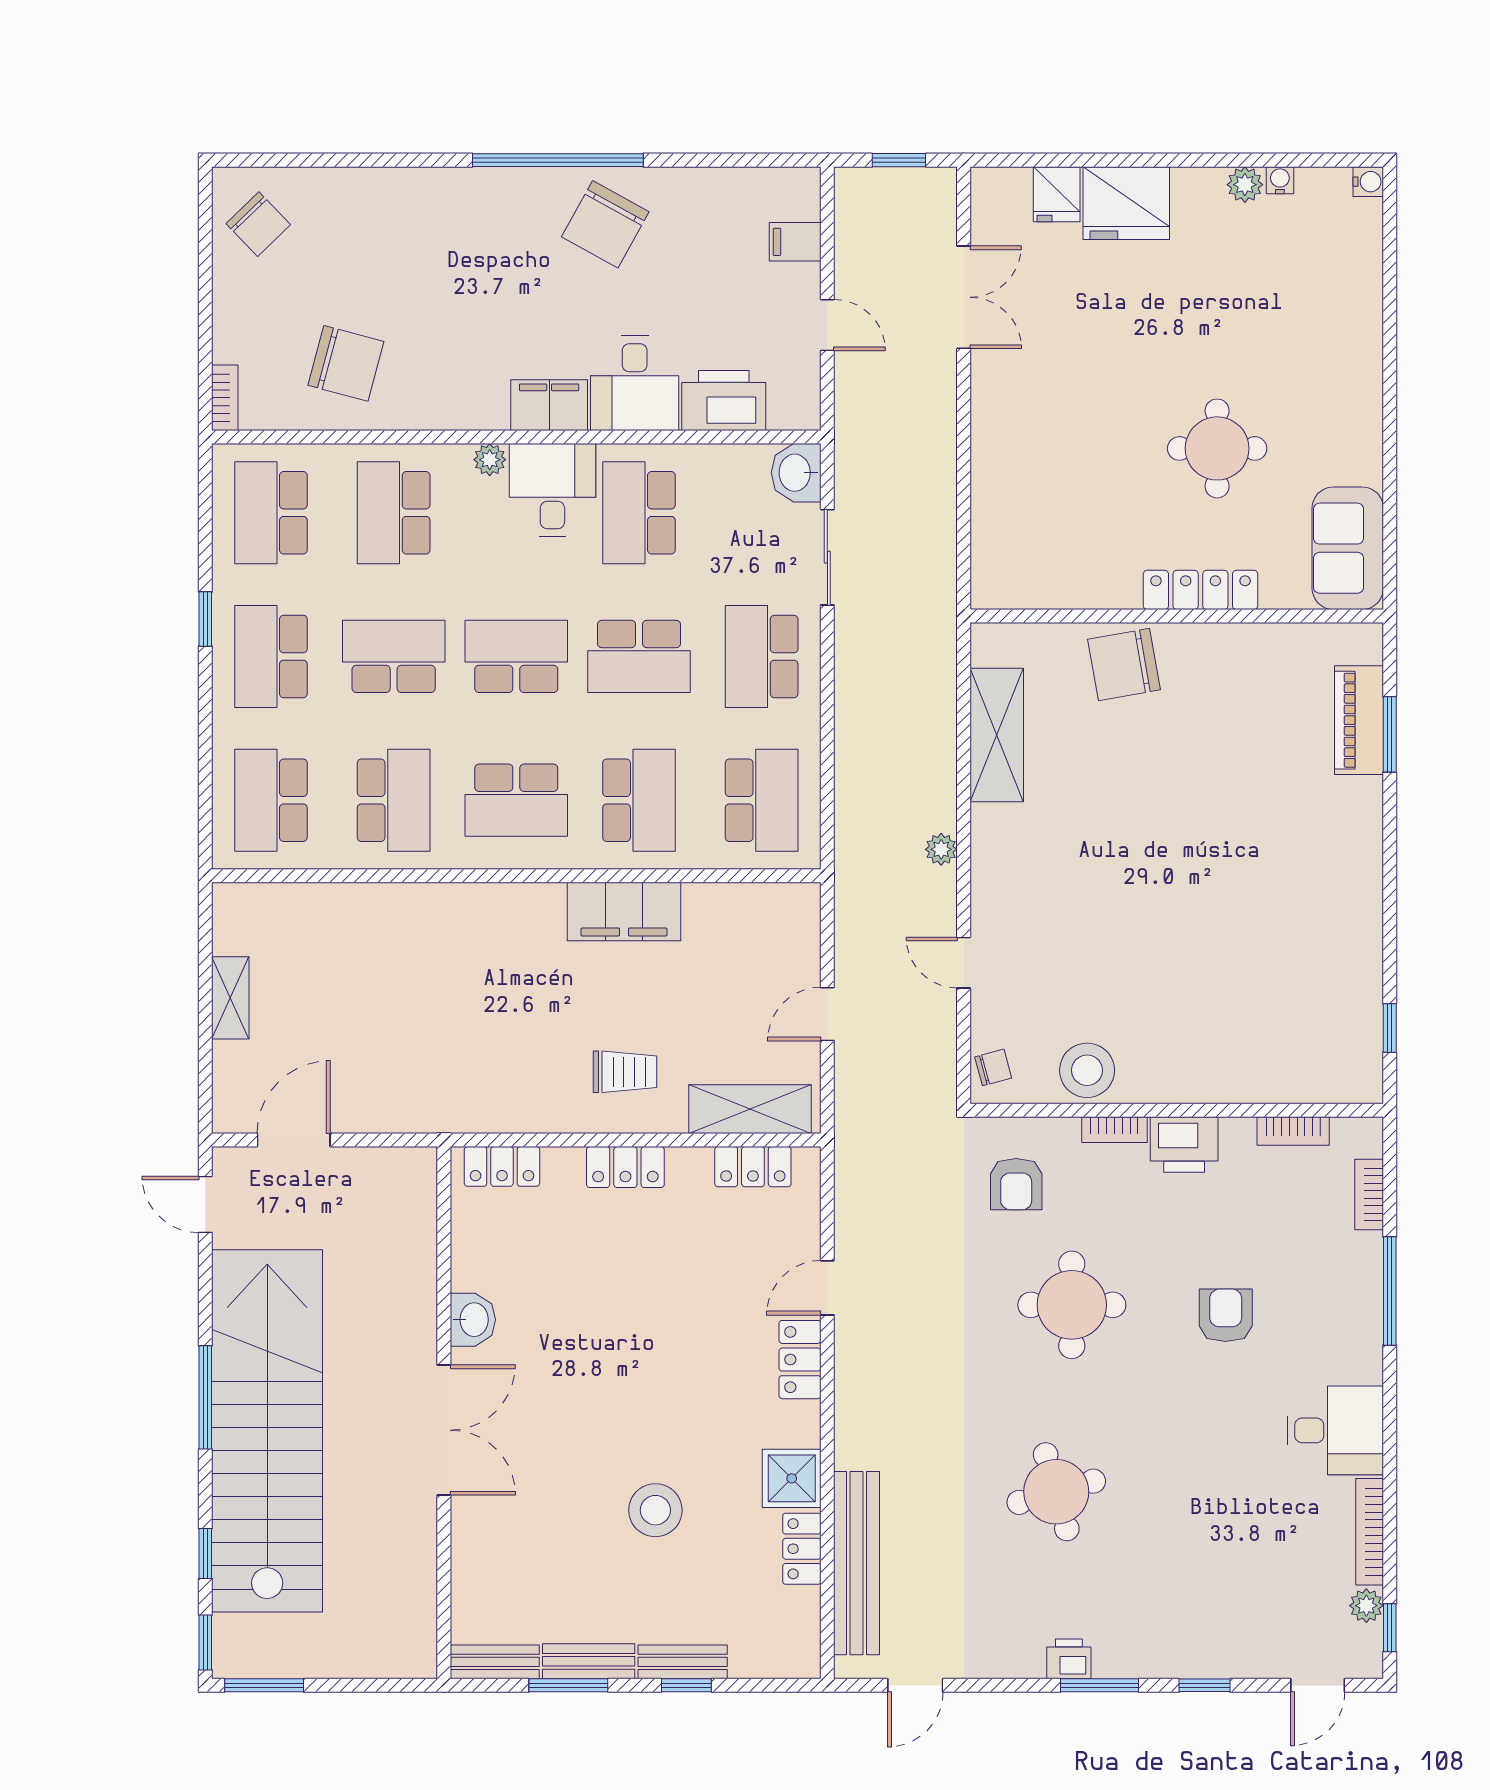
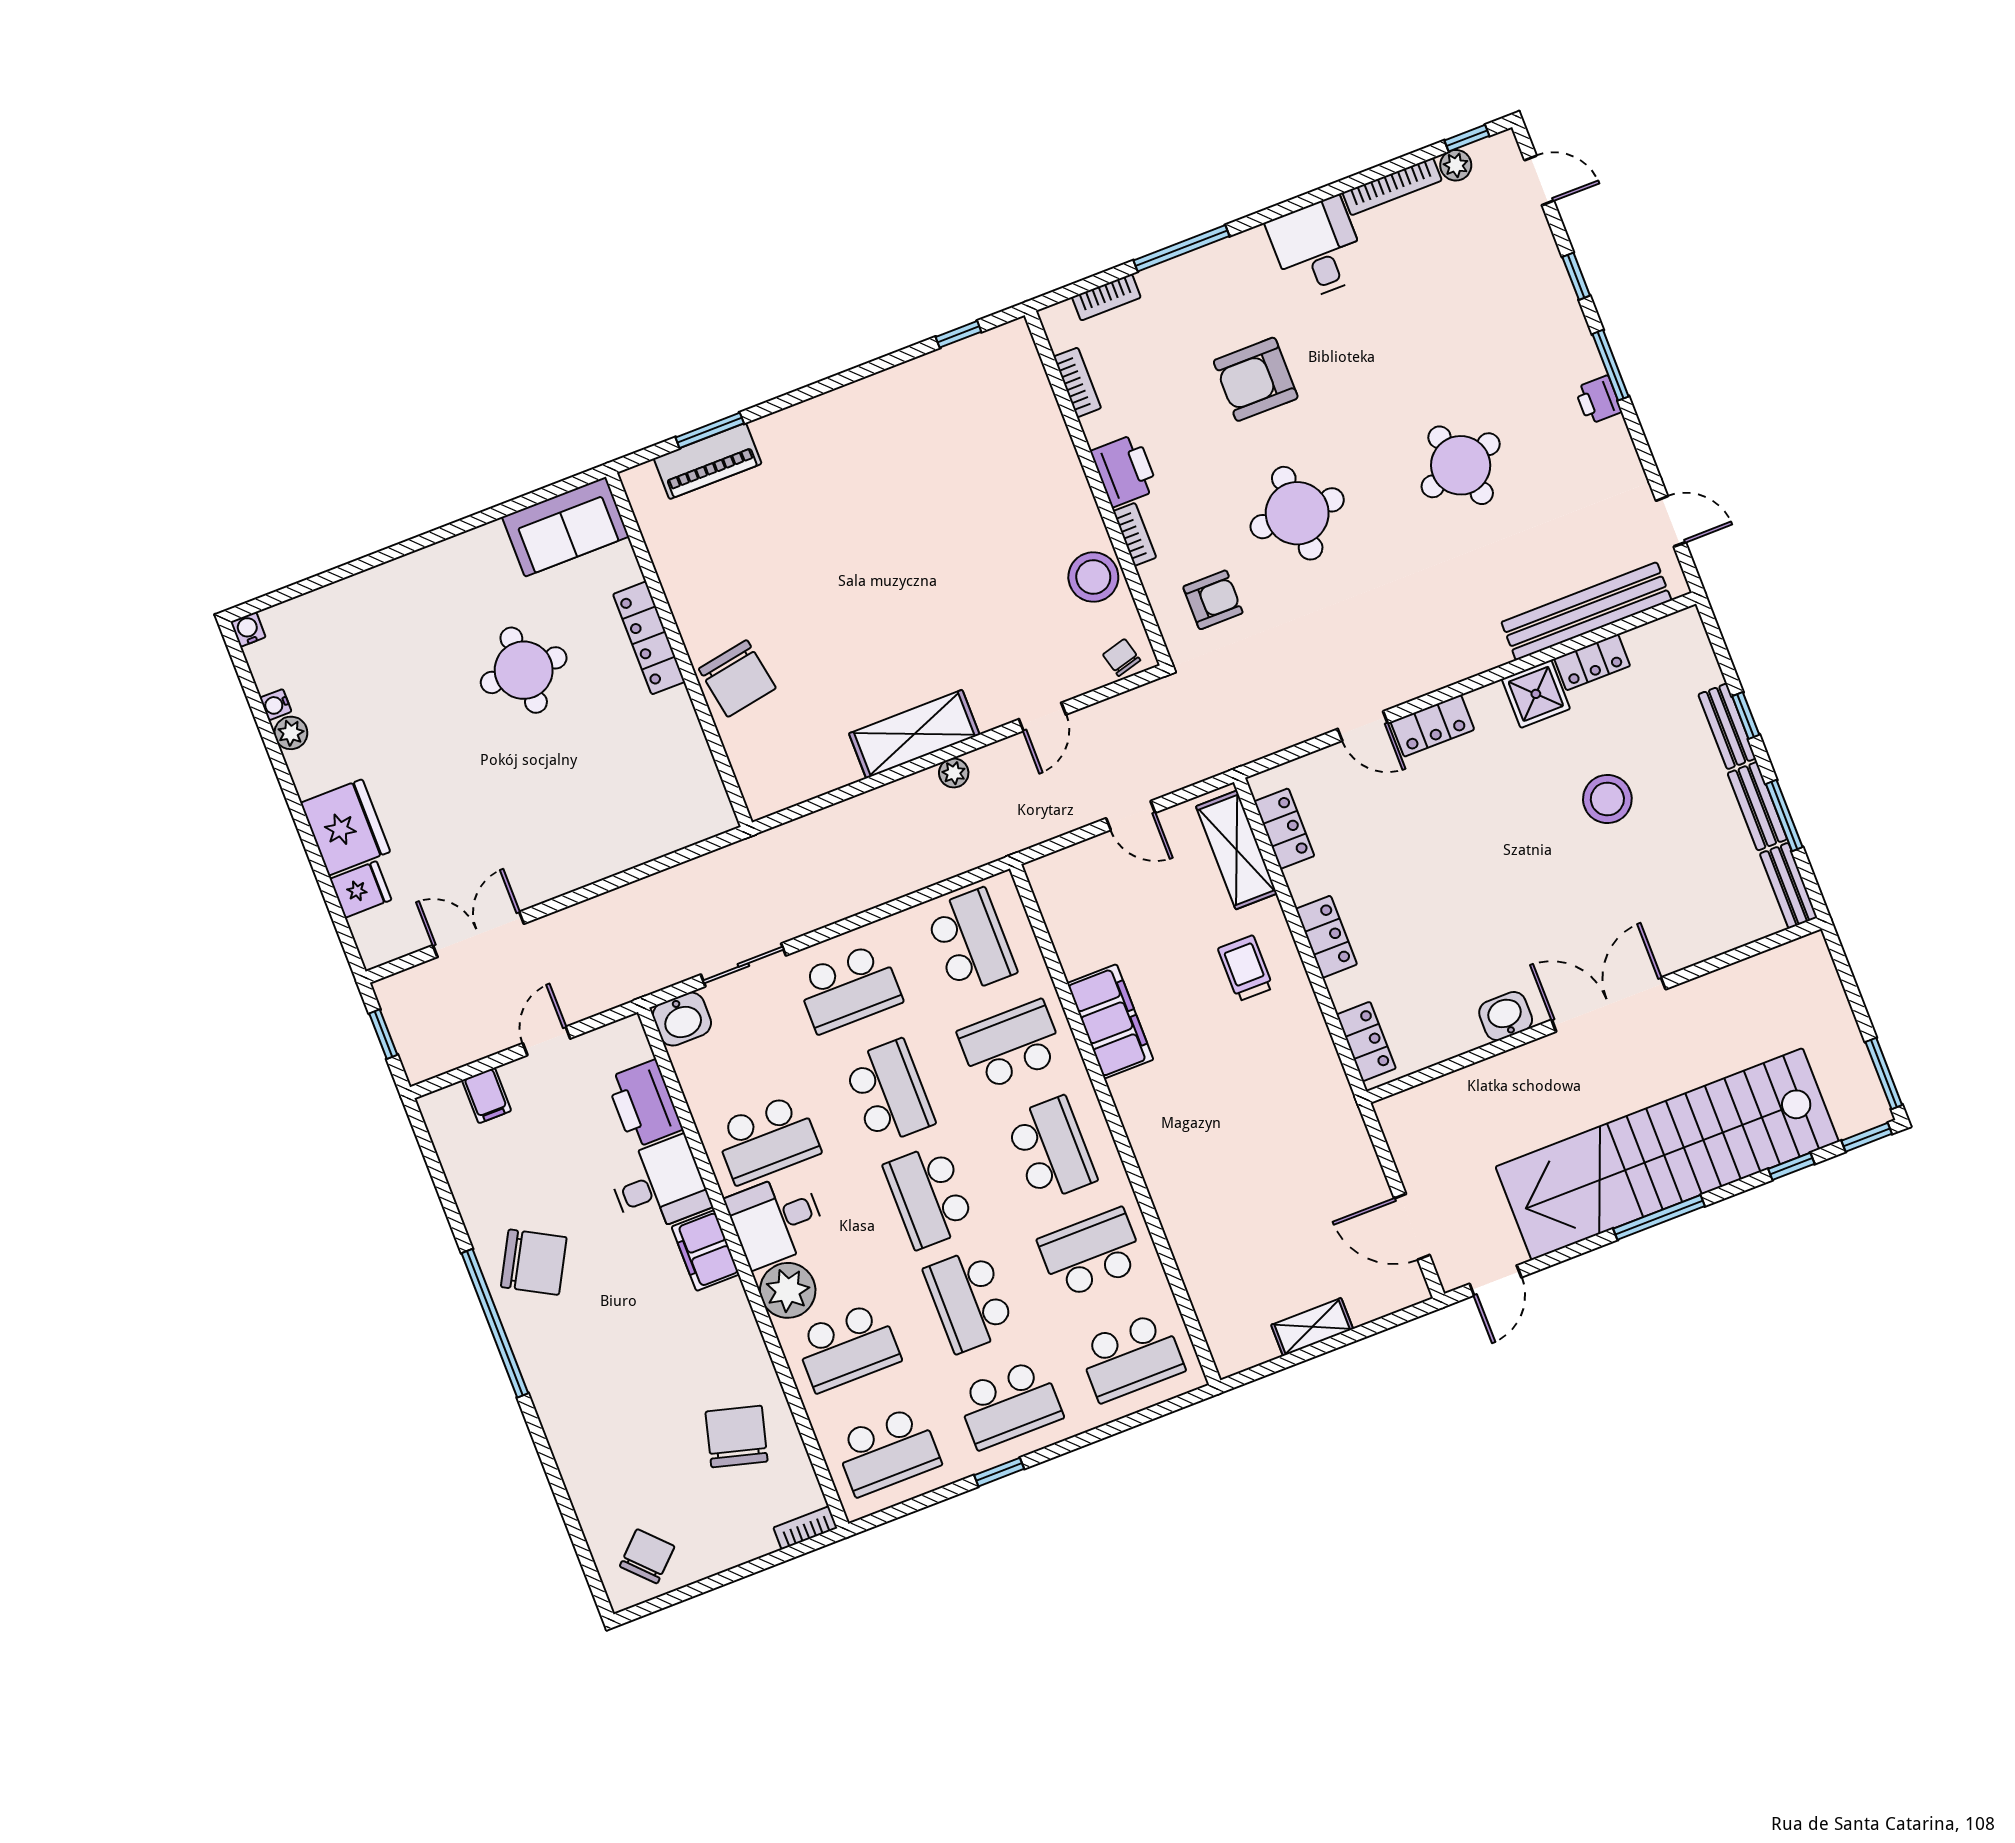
plant: (490, 460) -> (788, 1290), width x1.87, depth x1.87
shelving: (997, 735) -> (914, 734), moved
school desk: (762, 800) -> (971, 941), turned 90
armchair: (1226, 1315) -> (1256, 379), width x1.38, depth x1.38

